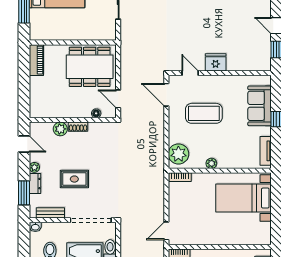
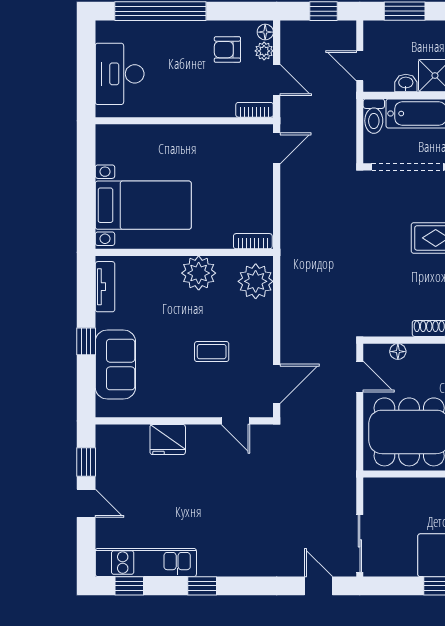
fridge: (216, 62) -> (168, 439), moved
door: (166, 95) -> (277, 384), hinge flipped
coffee table: (204, 113) -> (212, 352), width x0.54, depth x0.58
plant: (211, 163) -> (199, 273), width x1.87, depth x1.87

